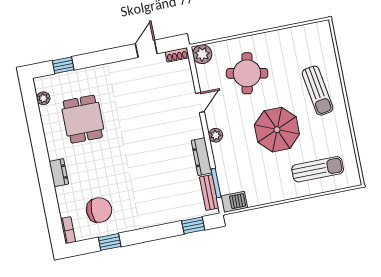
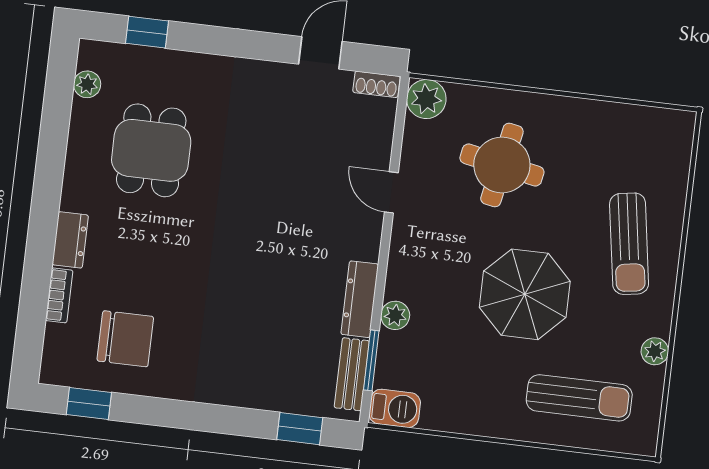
door: (200, 103) -> (391, 192), swing flipped
plant: (216, 135) -> (395, 315), moved
plant: (346, 136) -> (655, 351), added
bookcase: (68, 230) -> (59, 295), moved
window: (110, 242) -> (89, 403), moved

